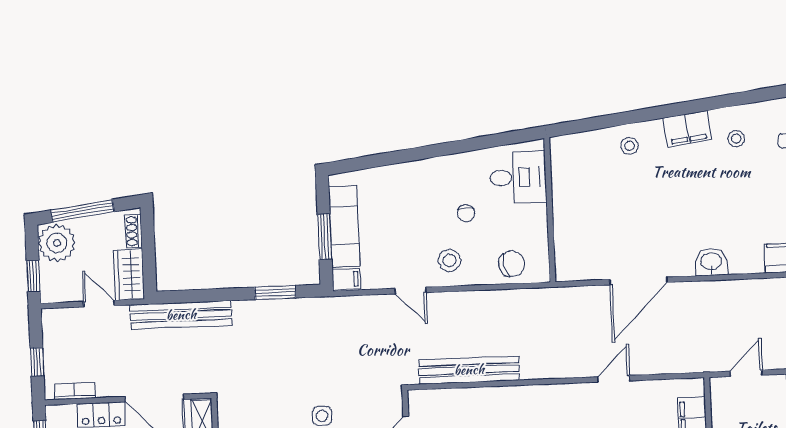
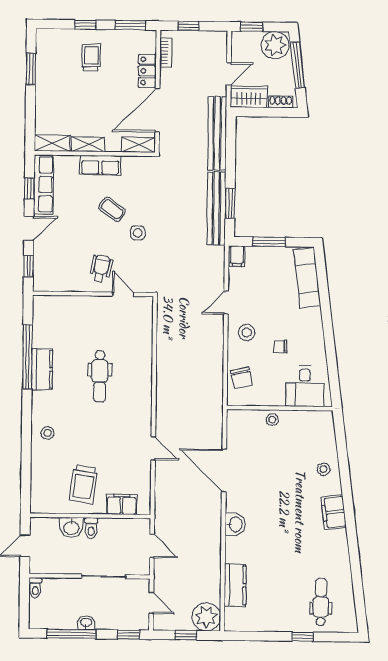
stool: (736, 139) -> (272, 420), moved
exam couch: (344, 226) -> (307, 278), moved, turned 83
bench: (469, 370) -> (216, 208), moved

